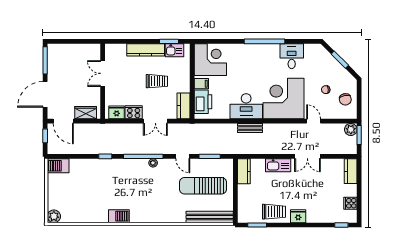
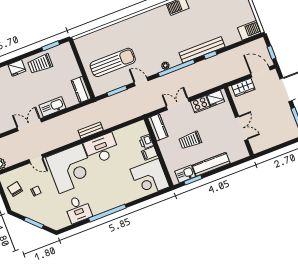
printer: (203, 102) -> (146, 142), width x0.53, depth x0.68
bench: (210, 217) -> (202, 50), moved

